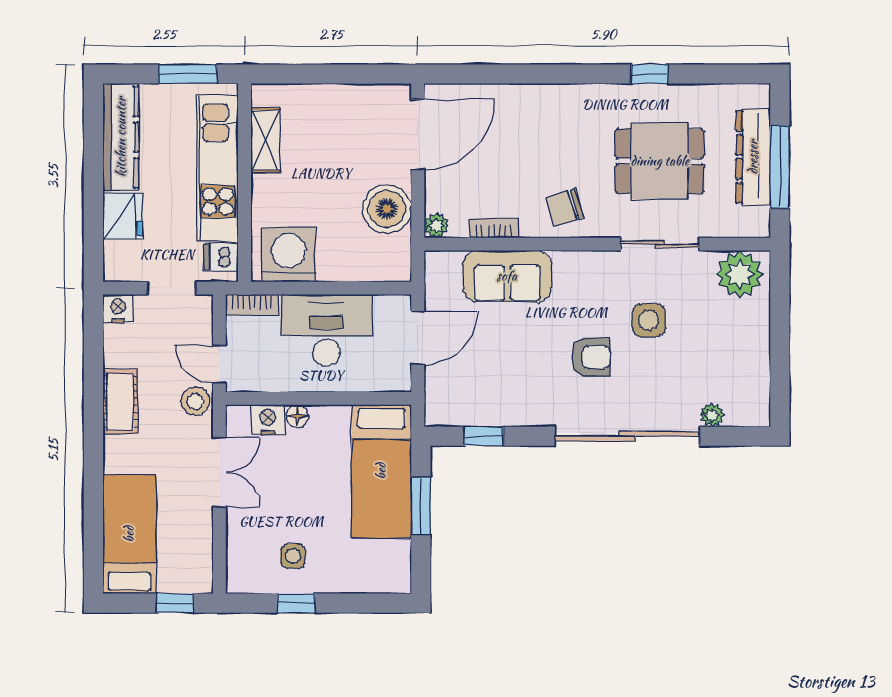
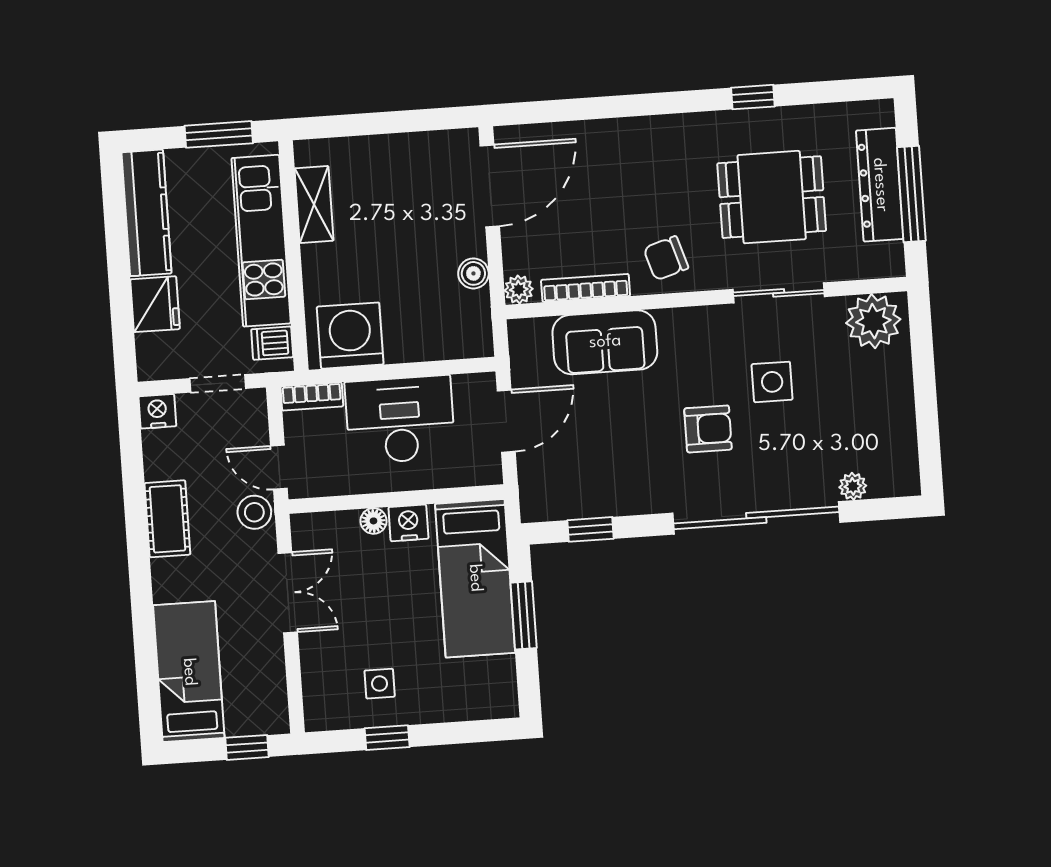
boiler: (387, 209) -> (473, 273), width x0.54, depth x0.54
bookcase: (494, 228) -> (586, 288), width x1.56
nightstand: (268, 420) -> (408, 523), moved

